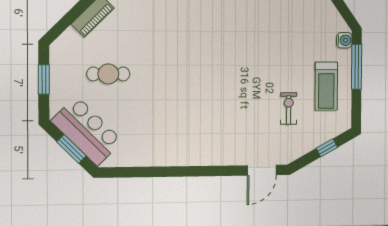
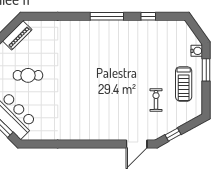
window: (357, 67) -> (206, 70), width x0.69
window: (327, 148) -> (173, 135), moved

